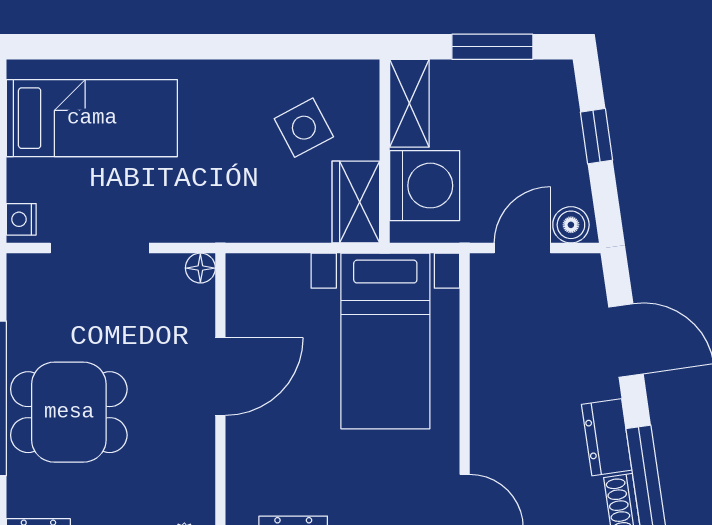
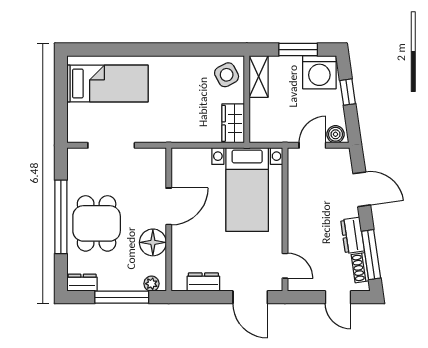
side table: (304, 128) -> (227, 75), moved
washing machine: (425, 186) -> (319, 72), moved, turned 90
nightstand: (21, 219) -> (74, 132), removed
floor lamp: (200, 268) -> (153, 242), moved, width x1.89, depth x1.89
dining table: (69, 412) -> (97, 223), turned 90

